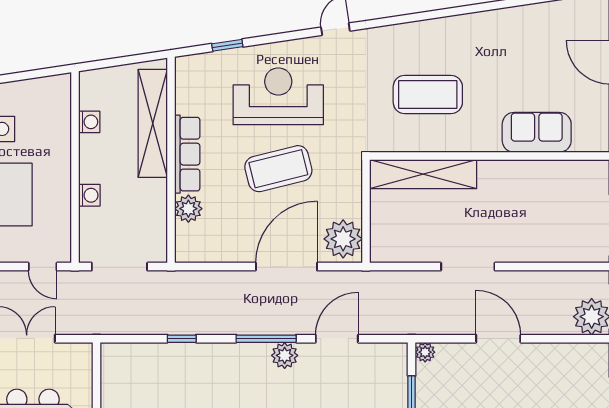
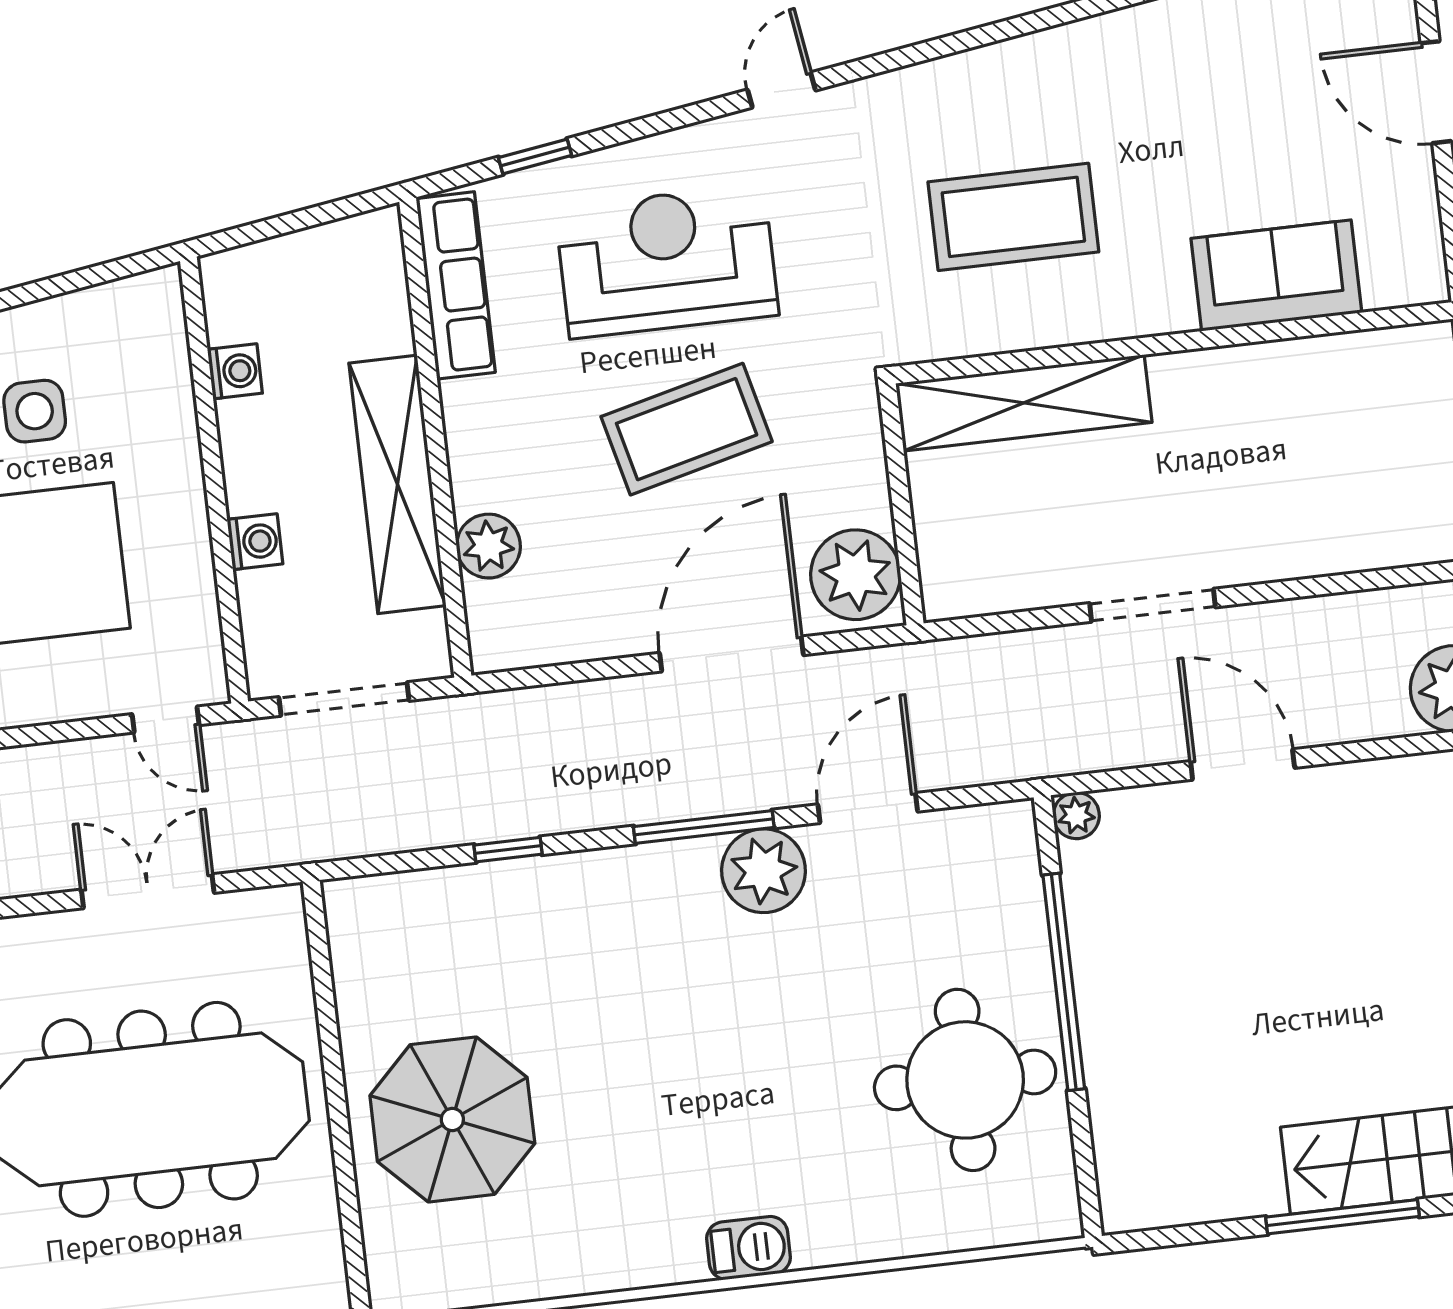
shelving: (153, 123) -> (398, 484), moved
row of seats: (187, 154) -> (456, 285), moved
plant: (285, 355) -> (764, 871), width x1.36, depth x1.36

